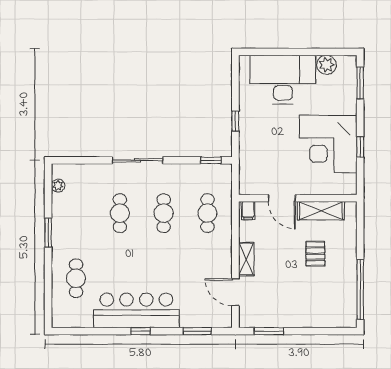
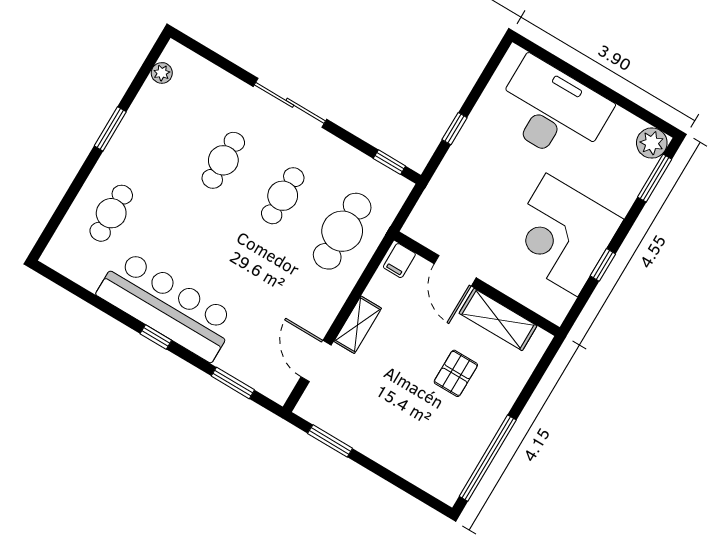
plant: (326, 65) -> (652, 143), moved
cafe table: (207, 213) -> (342, 231), width x1.37, depth x1.35

